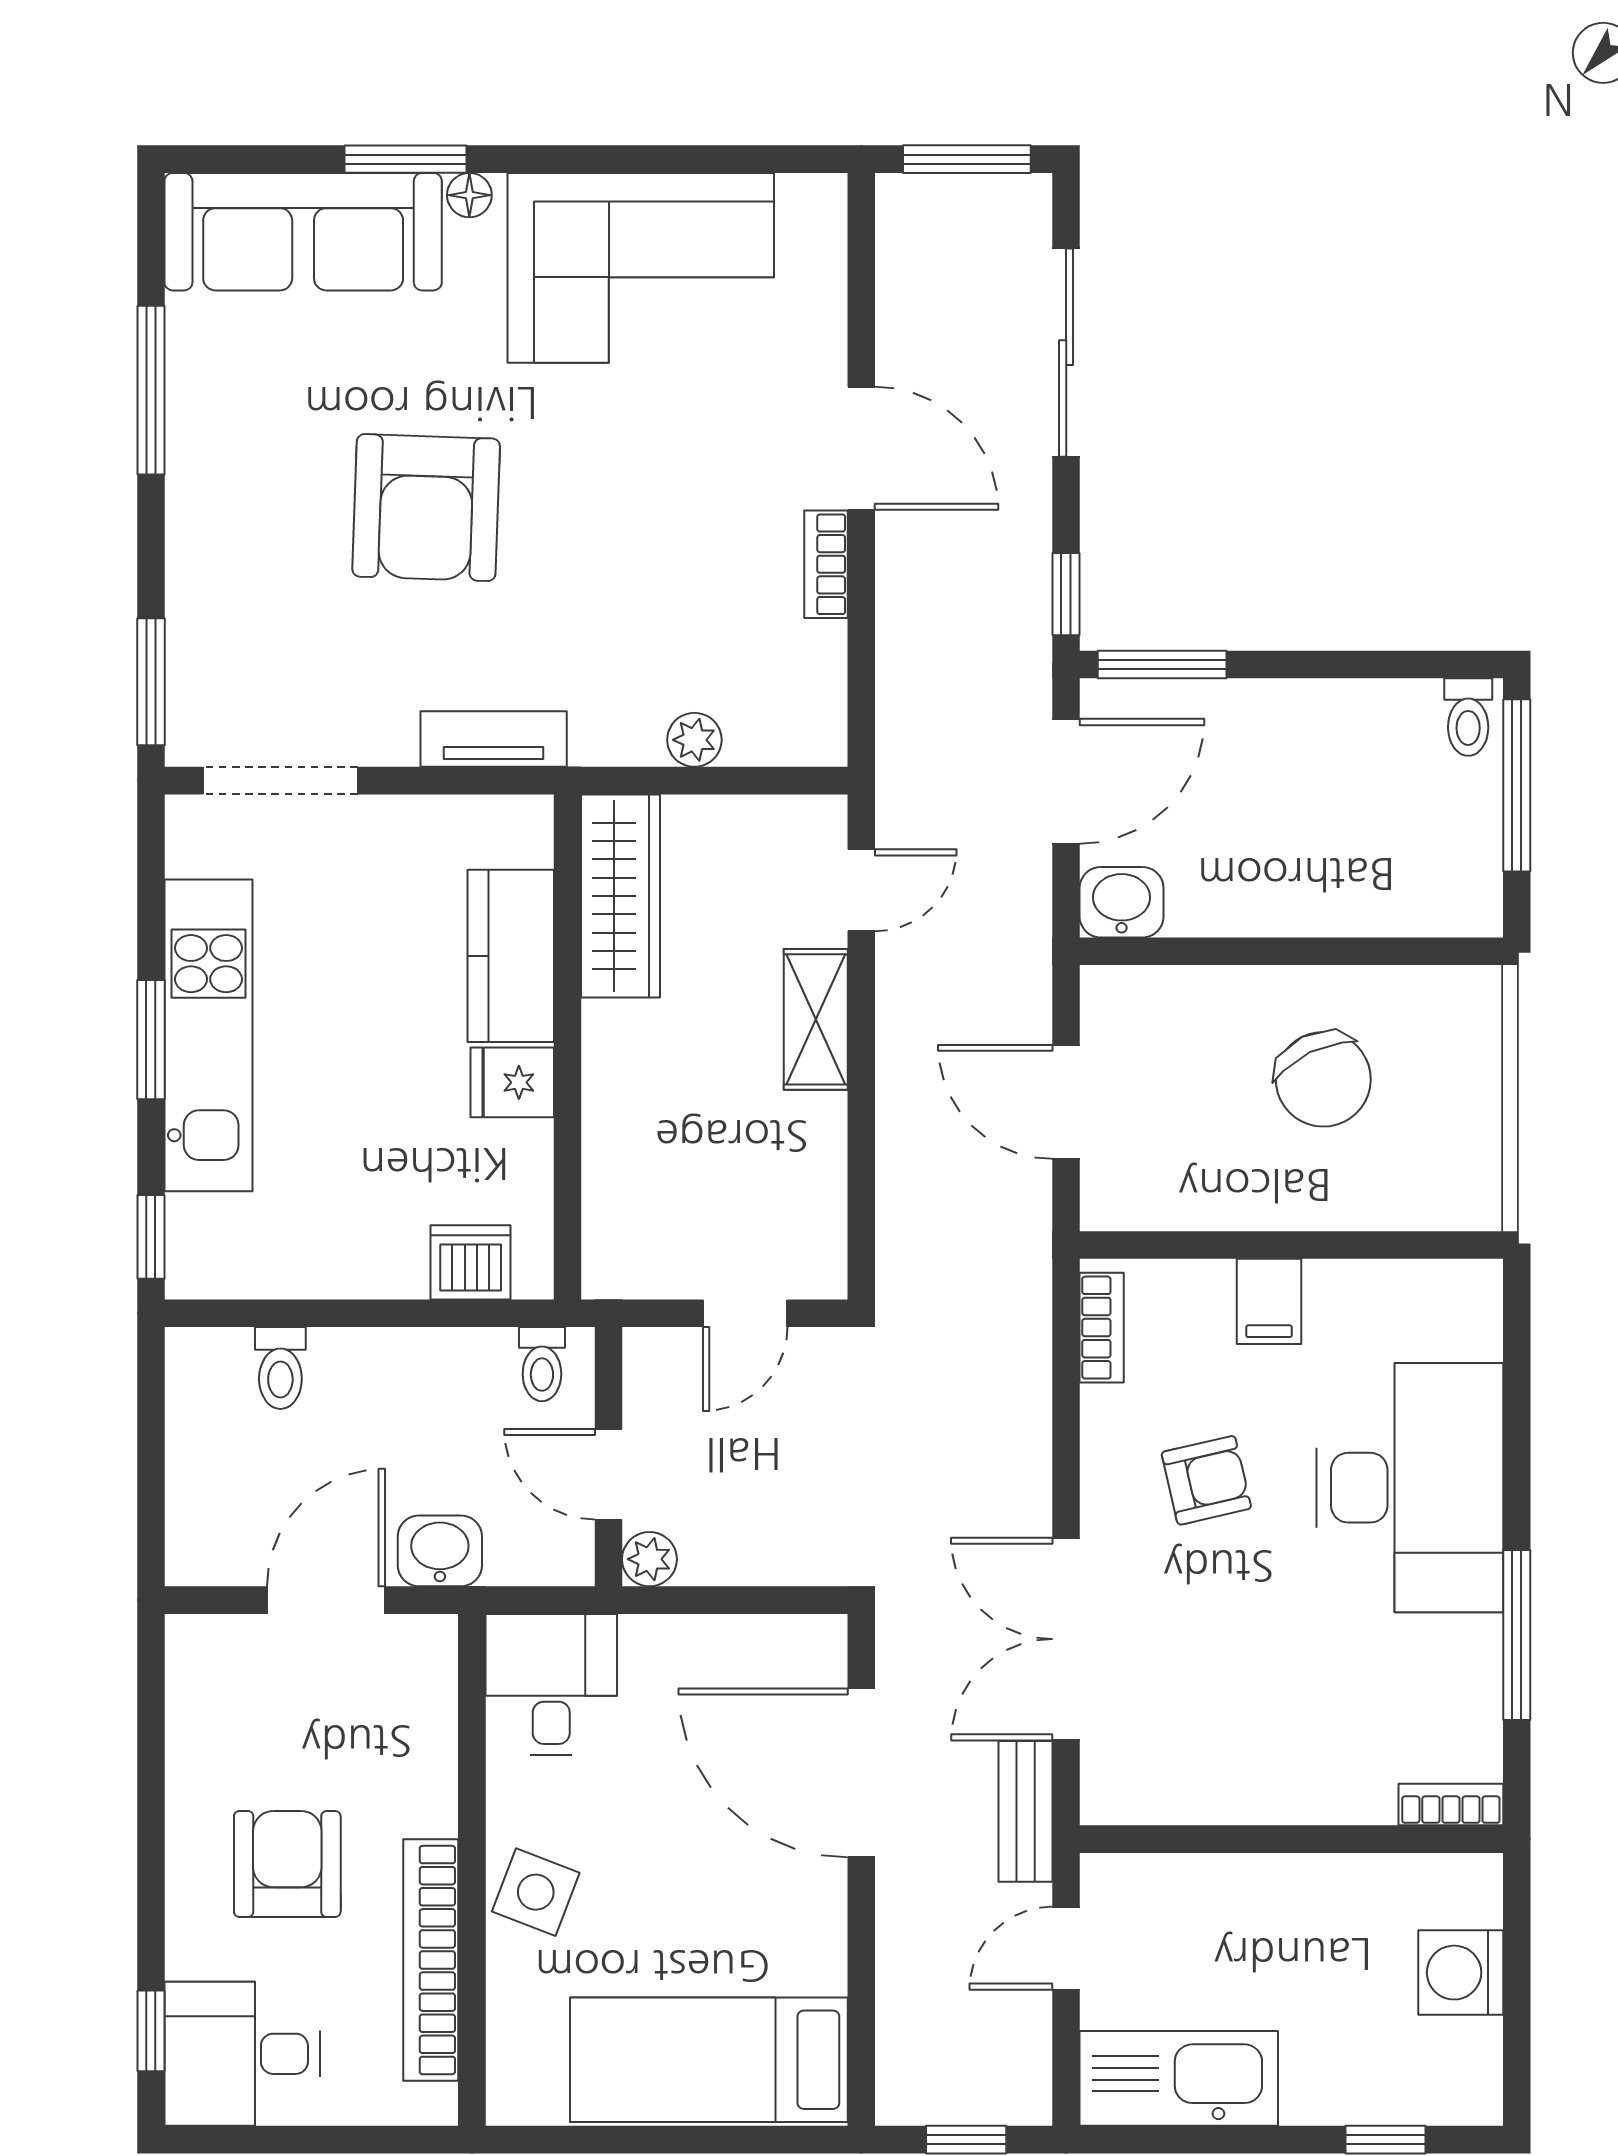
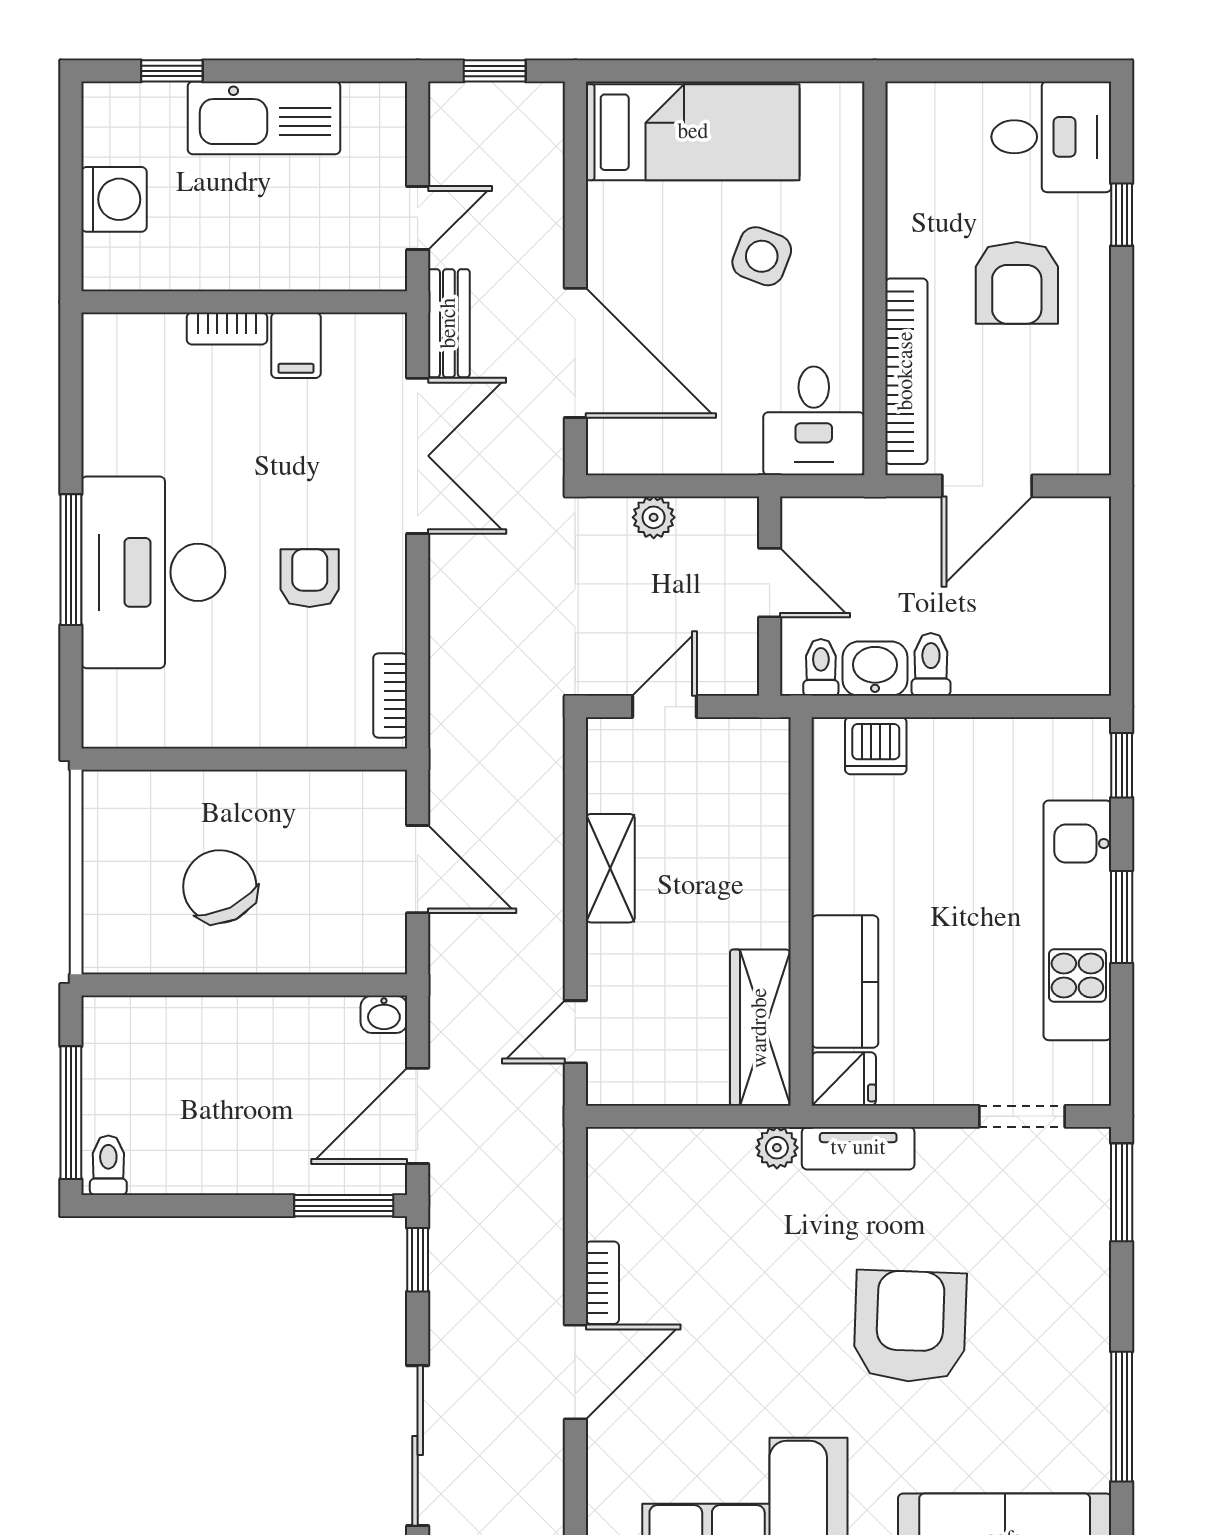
door: (861, 448) -> (575, 1372), swing flipped
plant: (694, 740) -> (777, 1148), moved
doorway: (280, 781) -> (1022, 1116), width x0.73
washbasin: (1122, 902) -> (384, 1014), width x0.72, depth x0.69
shelving: (816, 1019) -> (610, 868), moved
fridge: (512, 1082) -> (844, 1079), moved
filing cabinet: (1269, 1301) -> (296, 345), moved, turned 180
toilet: (280, 1368) -> (931, 664), moved
armchair: (1206, 1480) -> (310, 578), turned 103
washbasin: (440, 1551) -> (875, 669), moved, turned 180
plant: (649, 1559) -> (654, 517), moved
window: (1517, 1635) -> (71, 560), moved
bookcase: (1451, 1805) -> (227, 329), moved
side table: (536, 1892) -> (762, 256), moved
bookcase: (431, 1960) -> (906, 371), moved
window: (151, 2031) -> (1122, 215), moved
kitchen sink: (1179, 2078) -> (264, 118), moved

